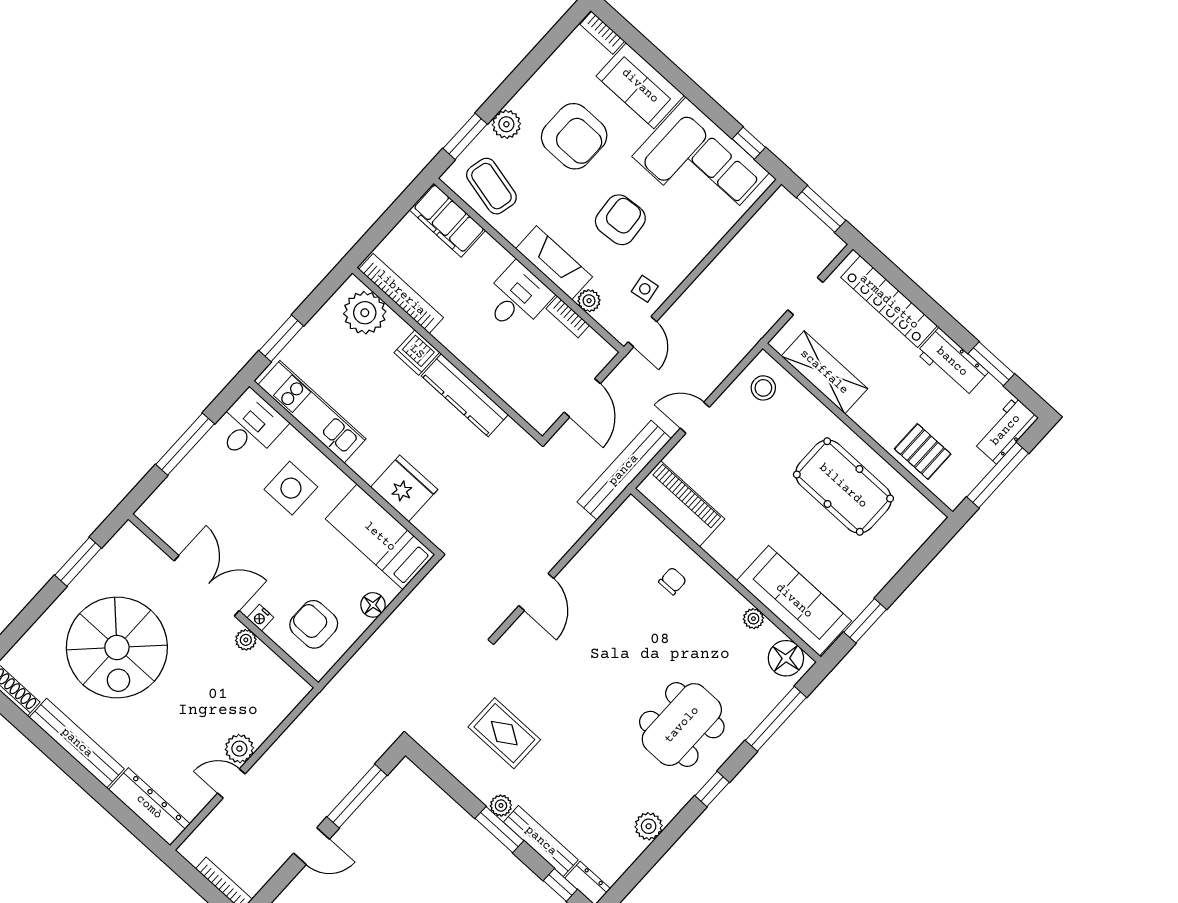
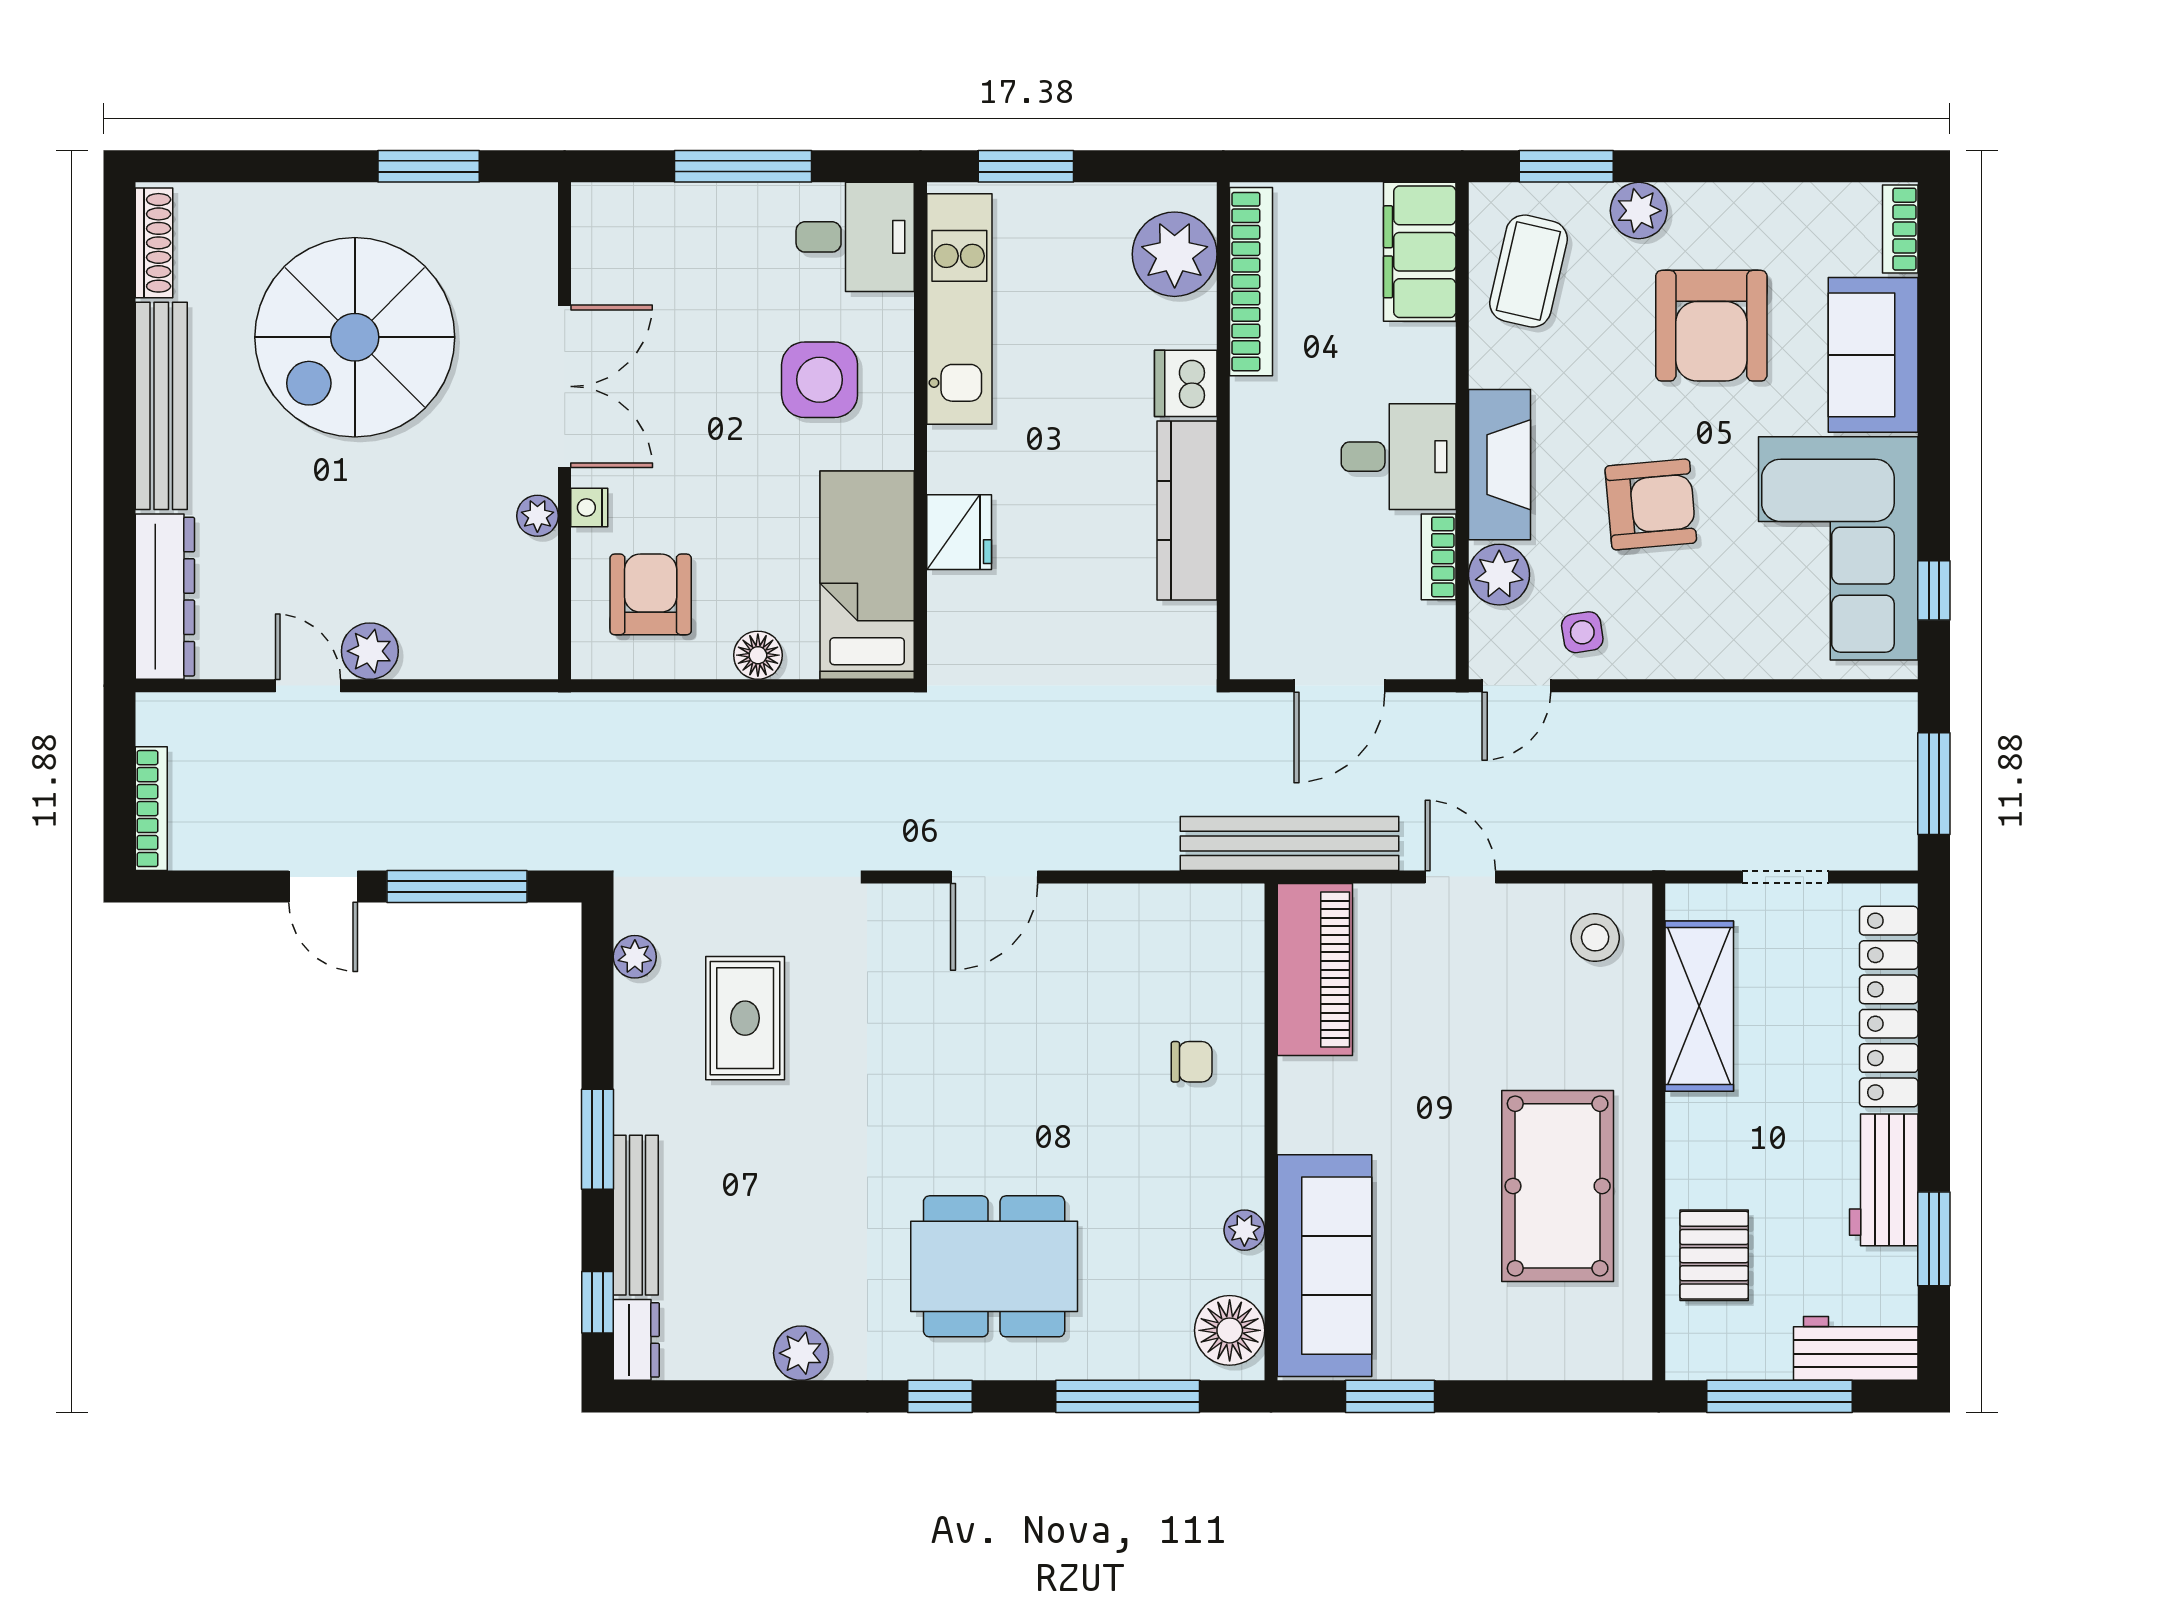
plant: (589, 301) -> (1499, 575), width x1.38, depth x1.38
fridge: (404, 488) -> (959, 532), width x0.73, depth x0.75
plant: (501, 806) -> (635, 957), moved

